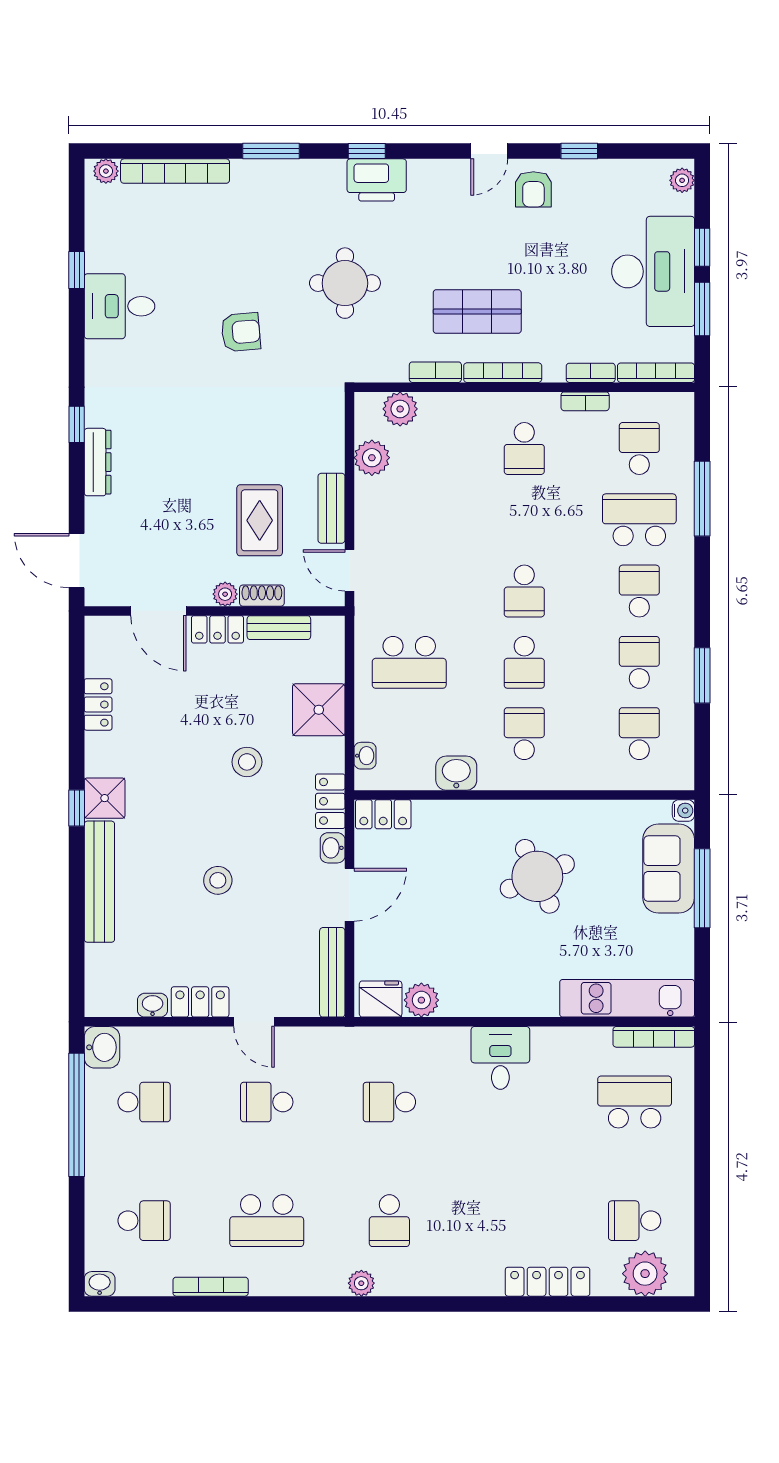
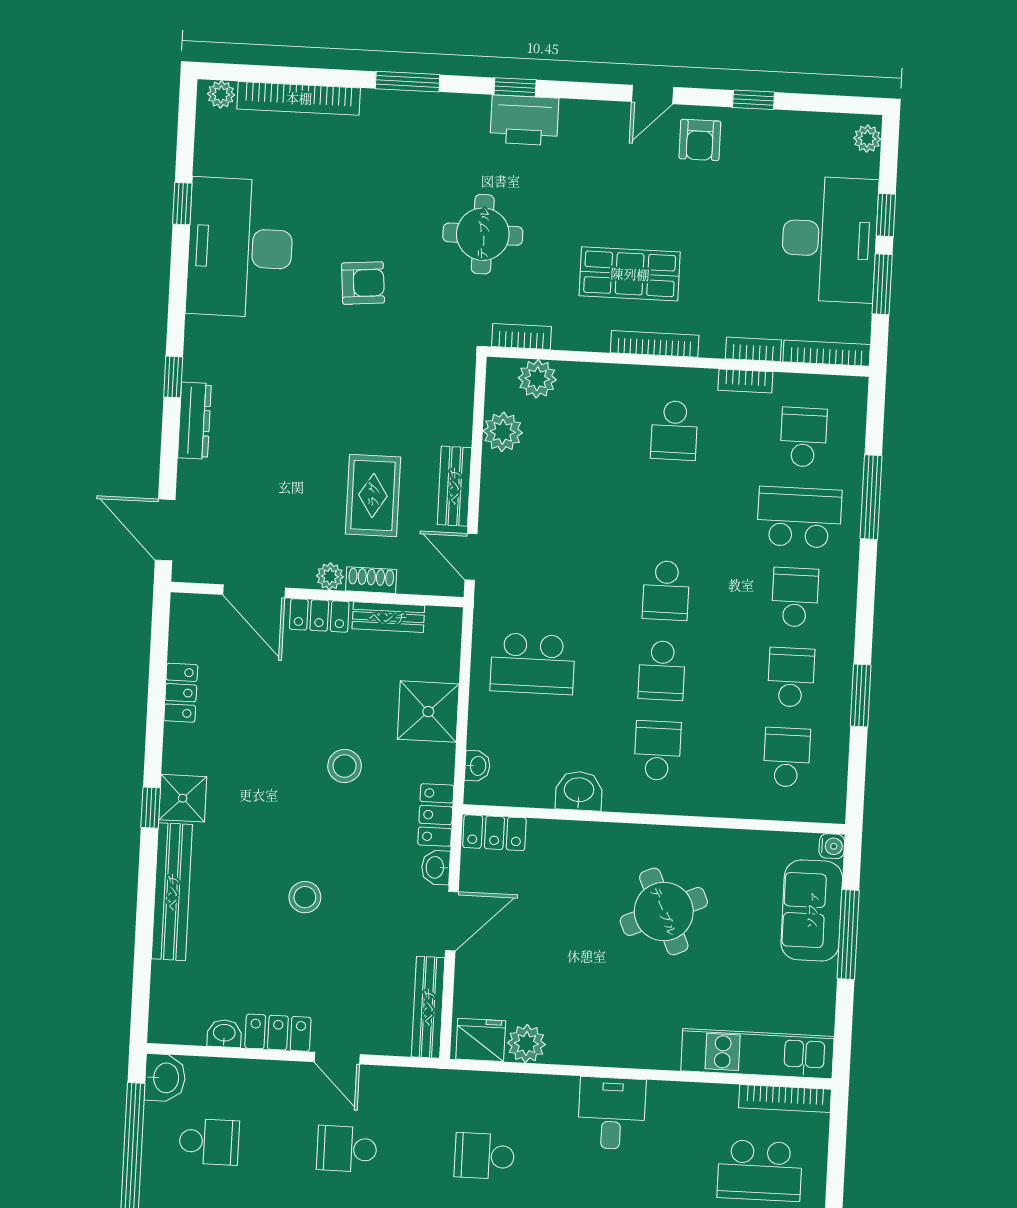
desk: (119, 306) -> (240, 248), width x1.87, depth x1.30
bookcase: (435, 372) -> (522, 336), moved
school desk: (635, 1102) -> (760, 1171), turned 180

